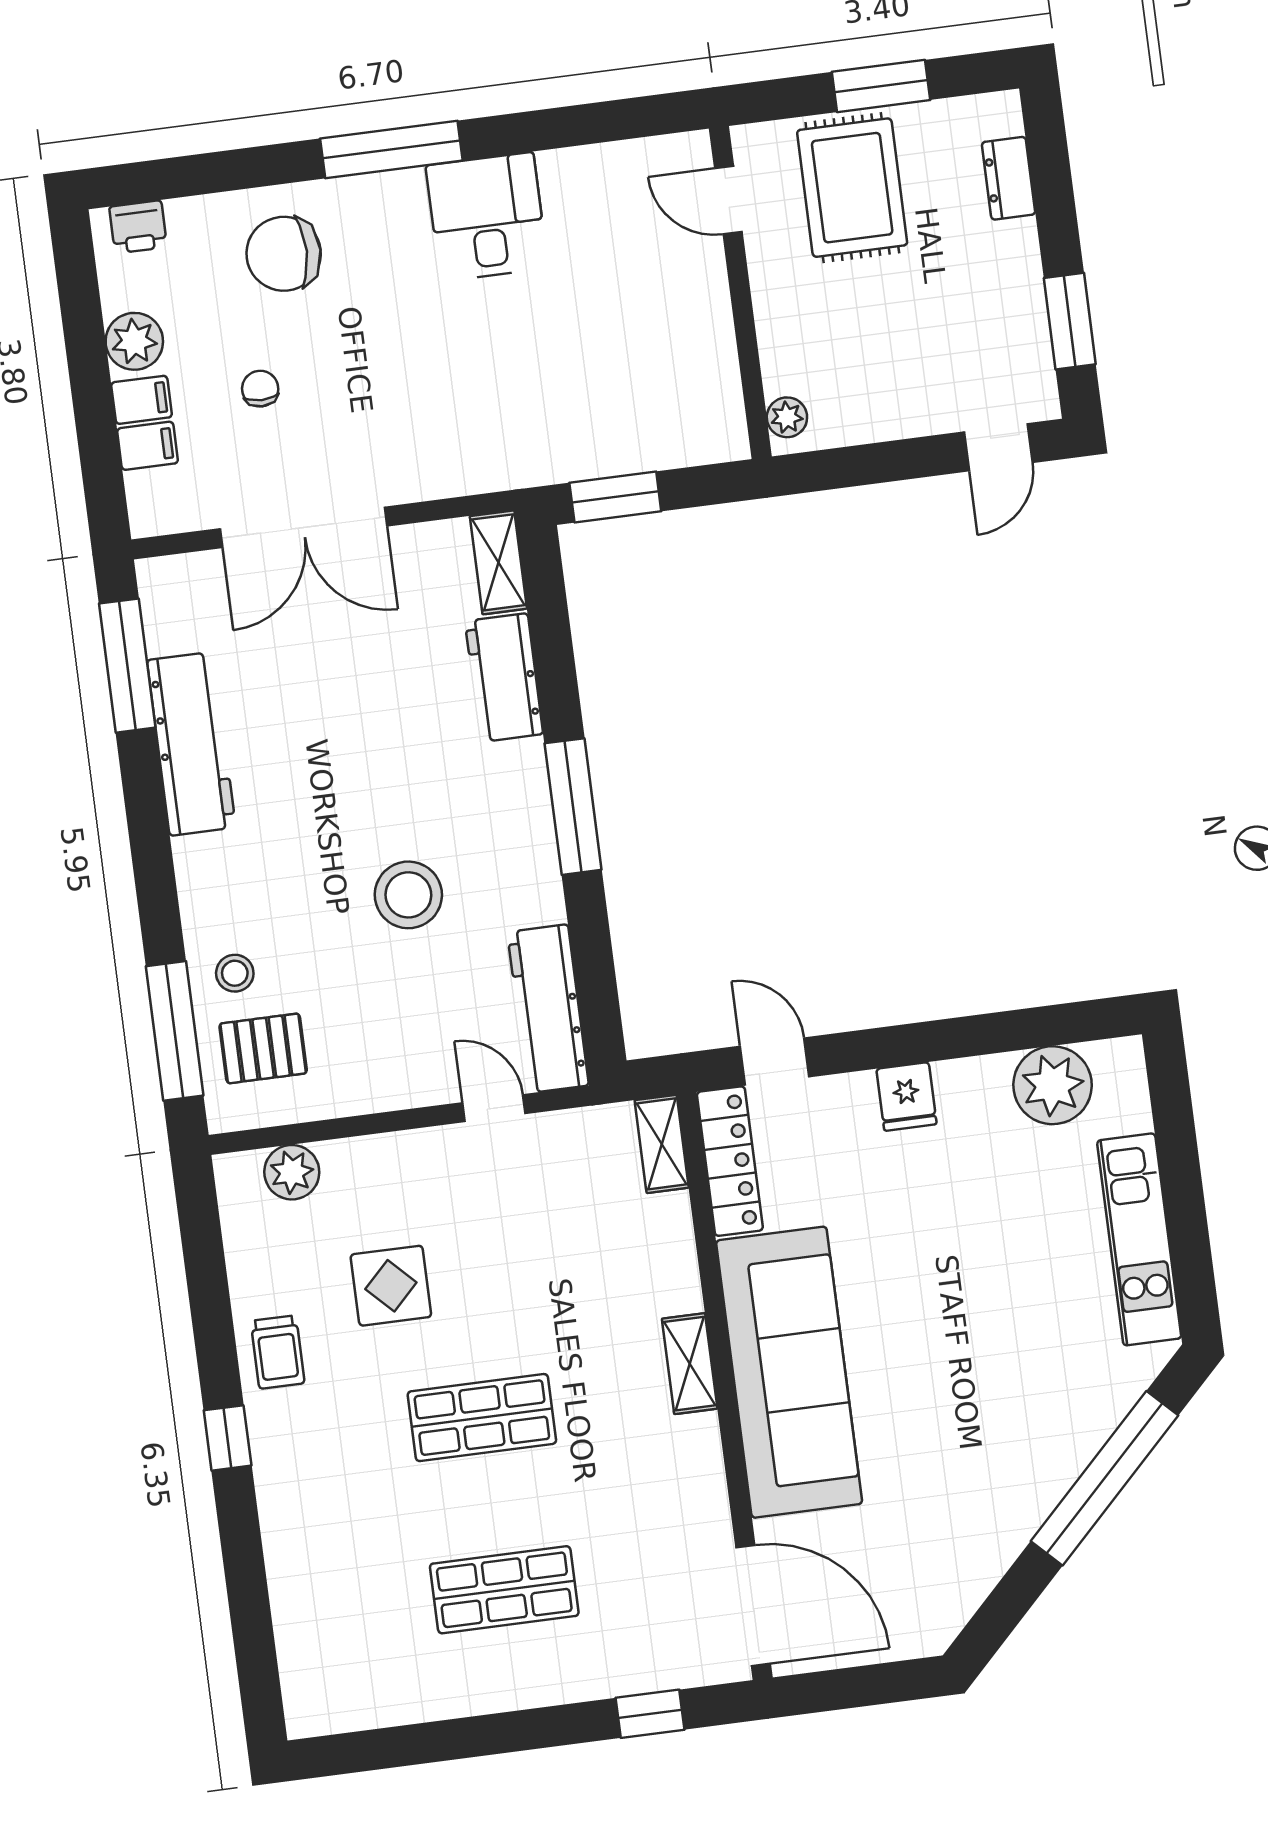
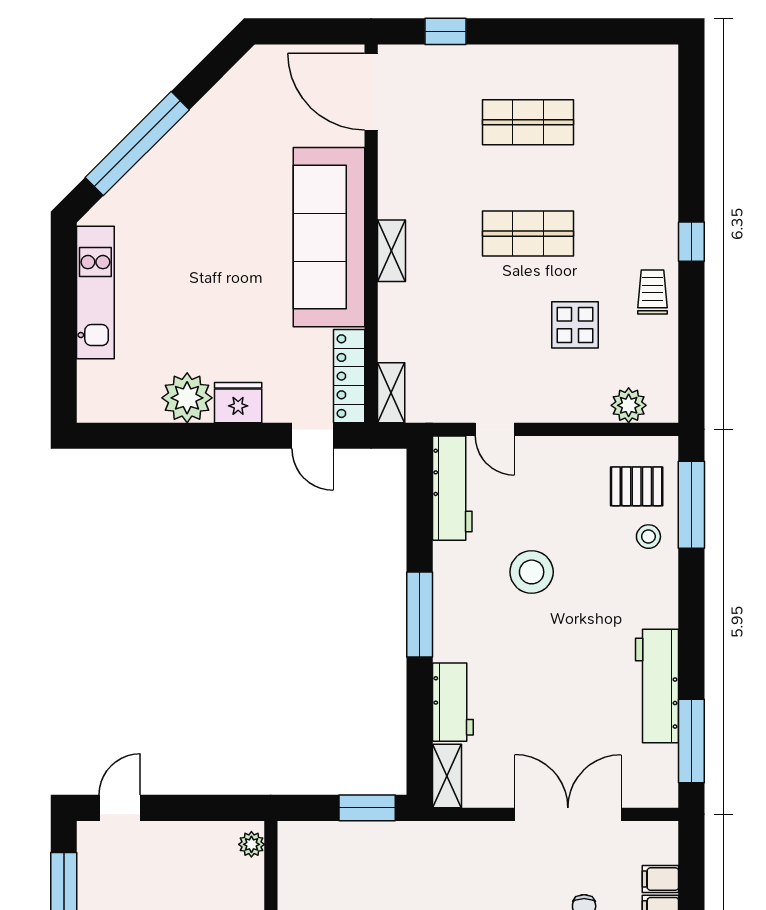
plant: (1053, 1085) -> (187, 398), moved
fridge: (906, 1096) -> (238, 403), width x1.38

